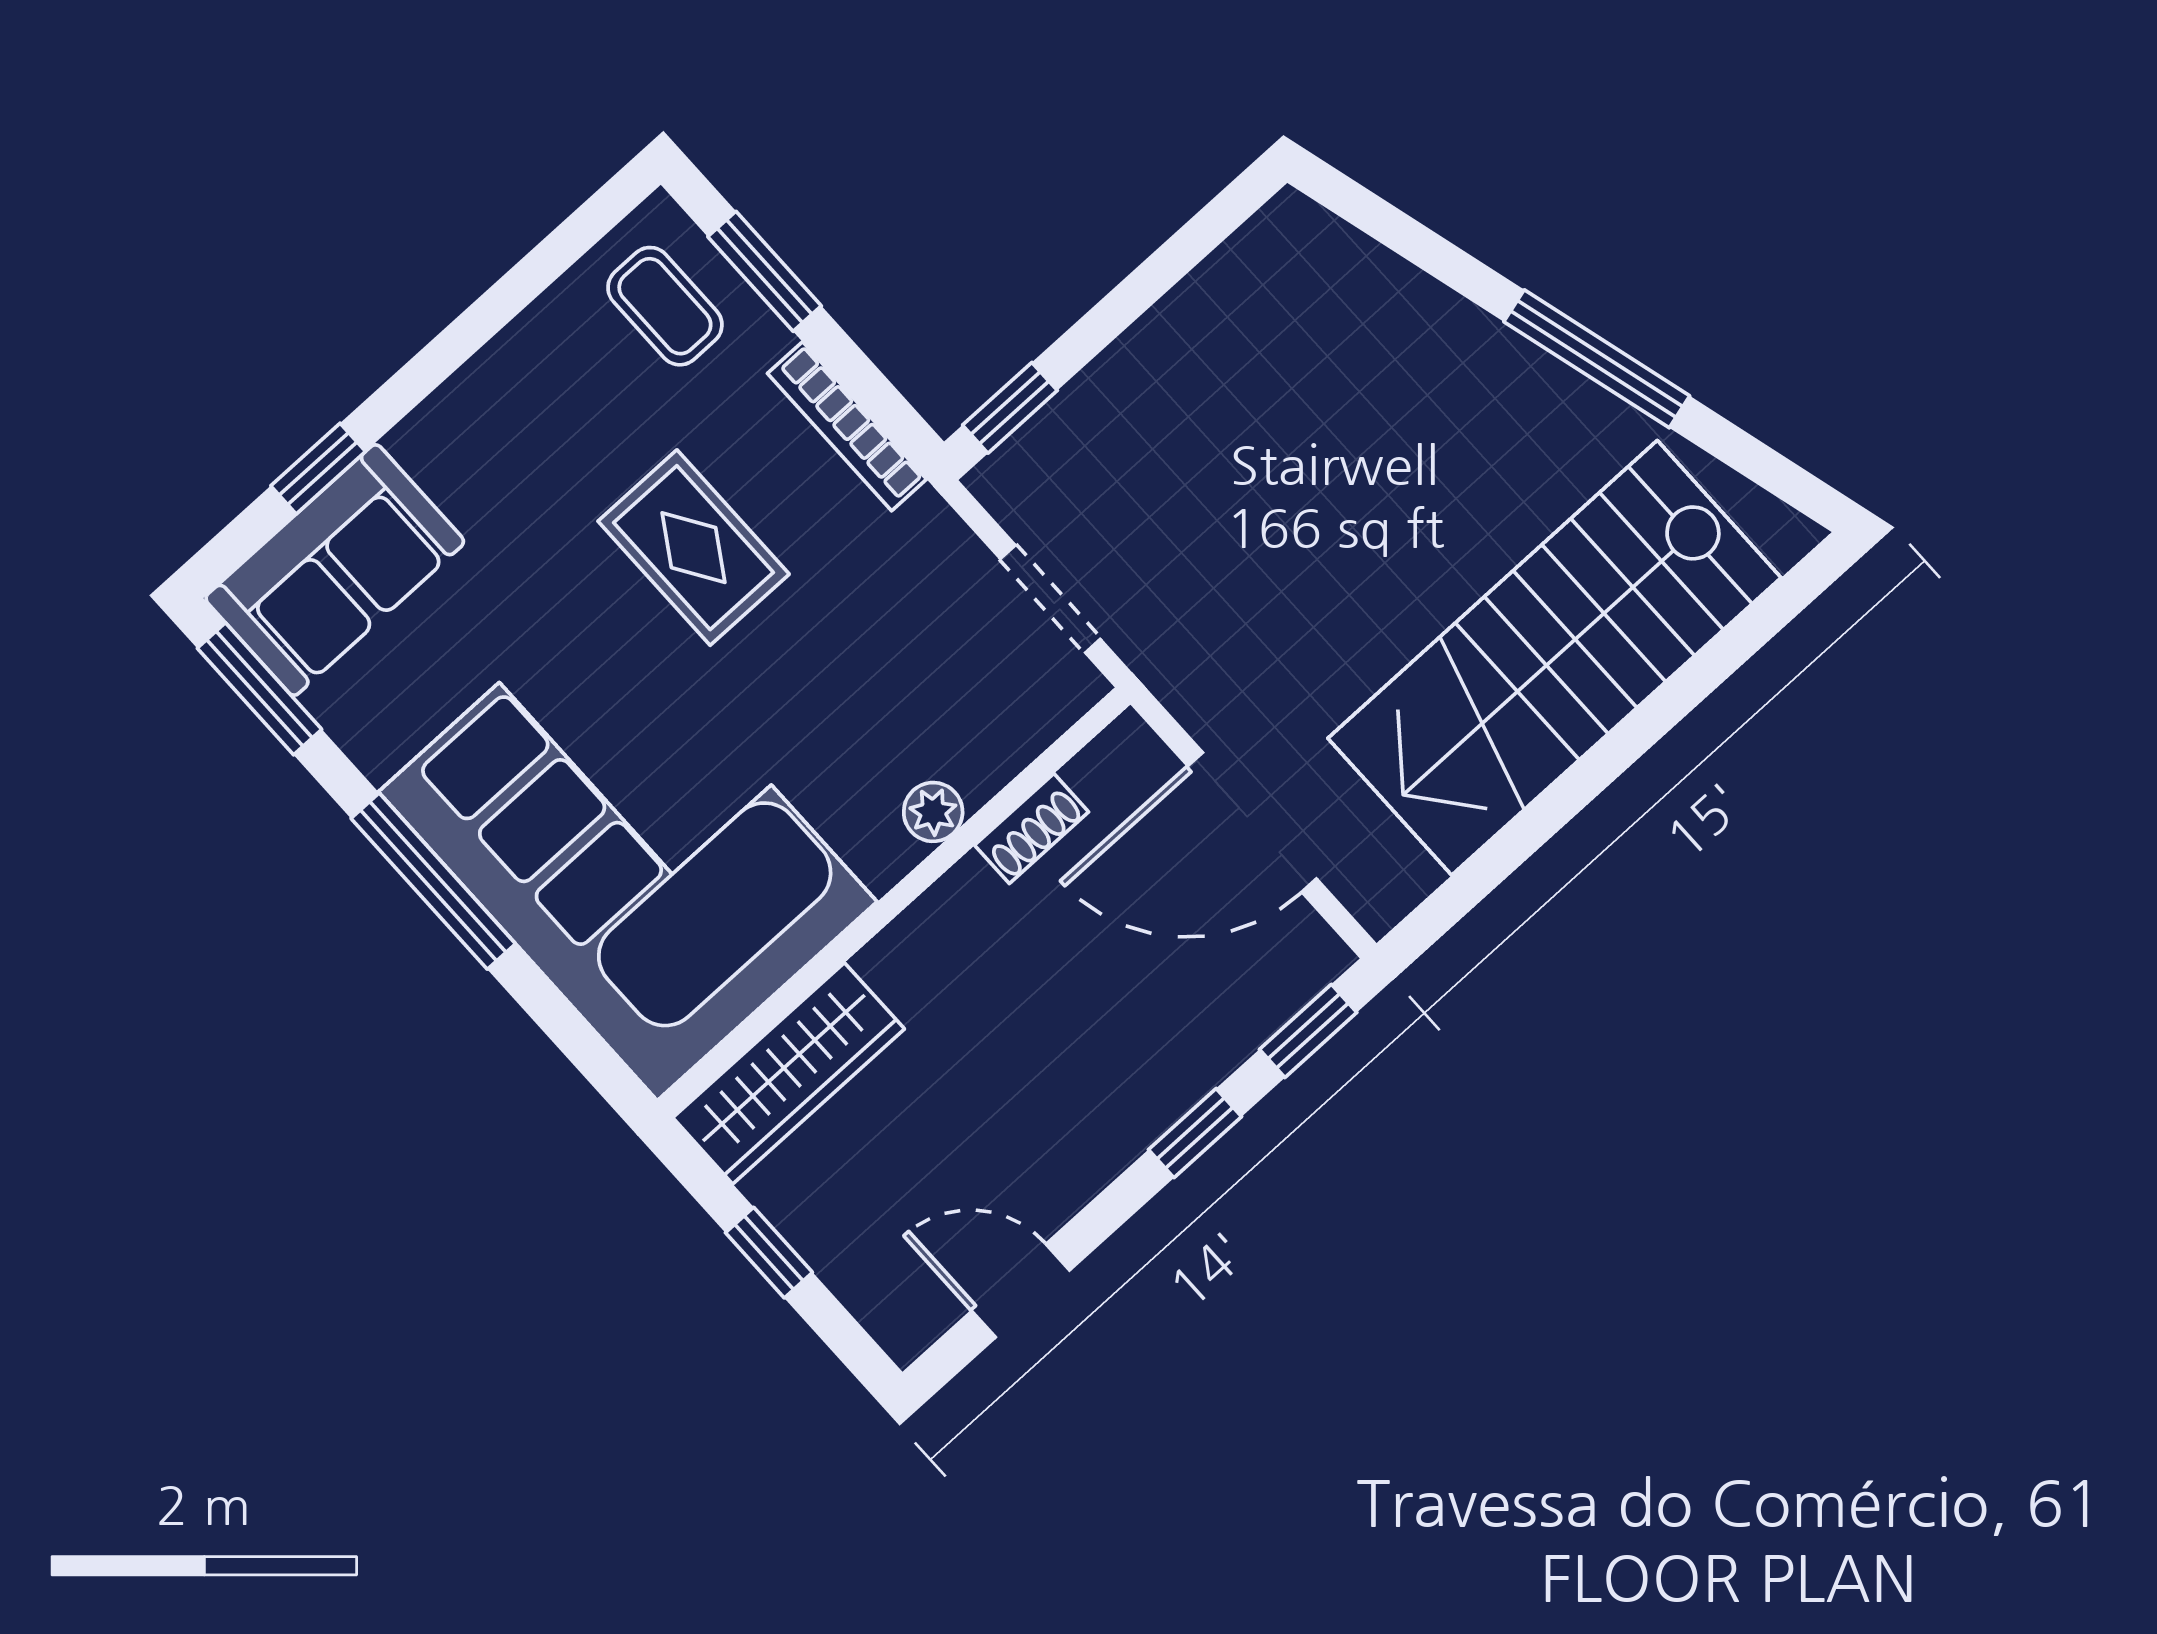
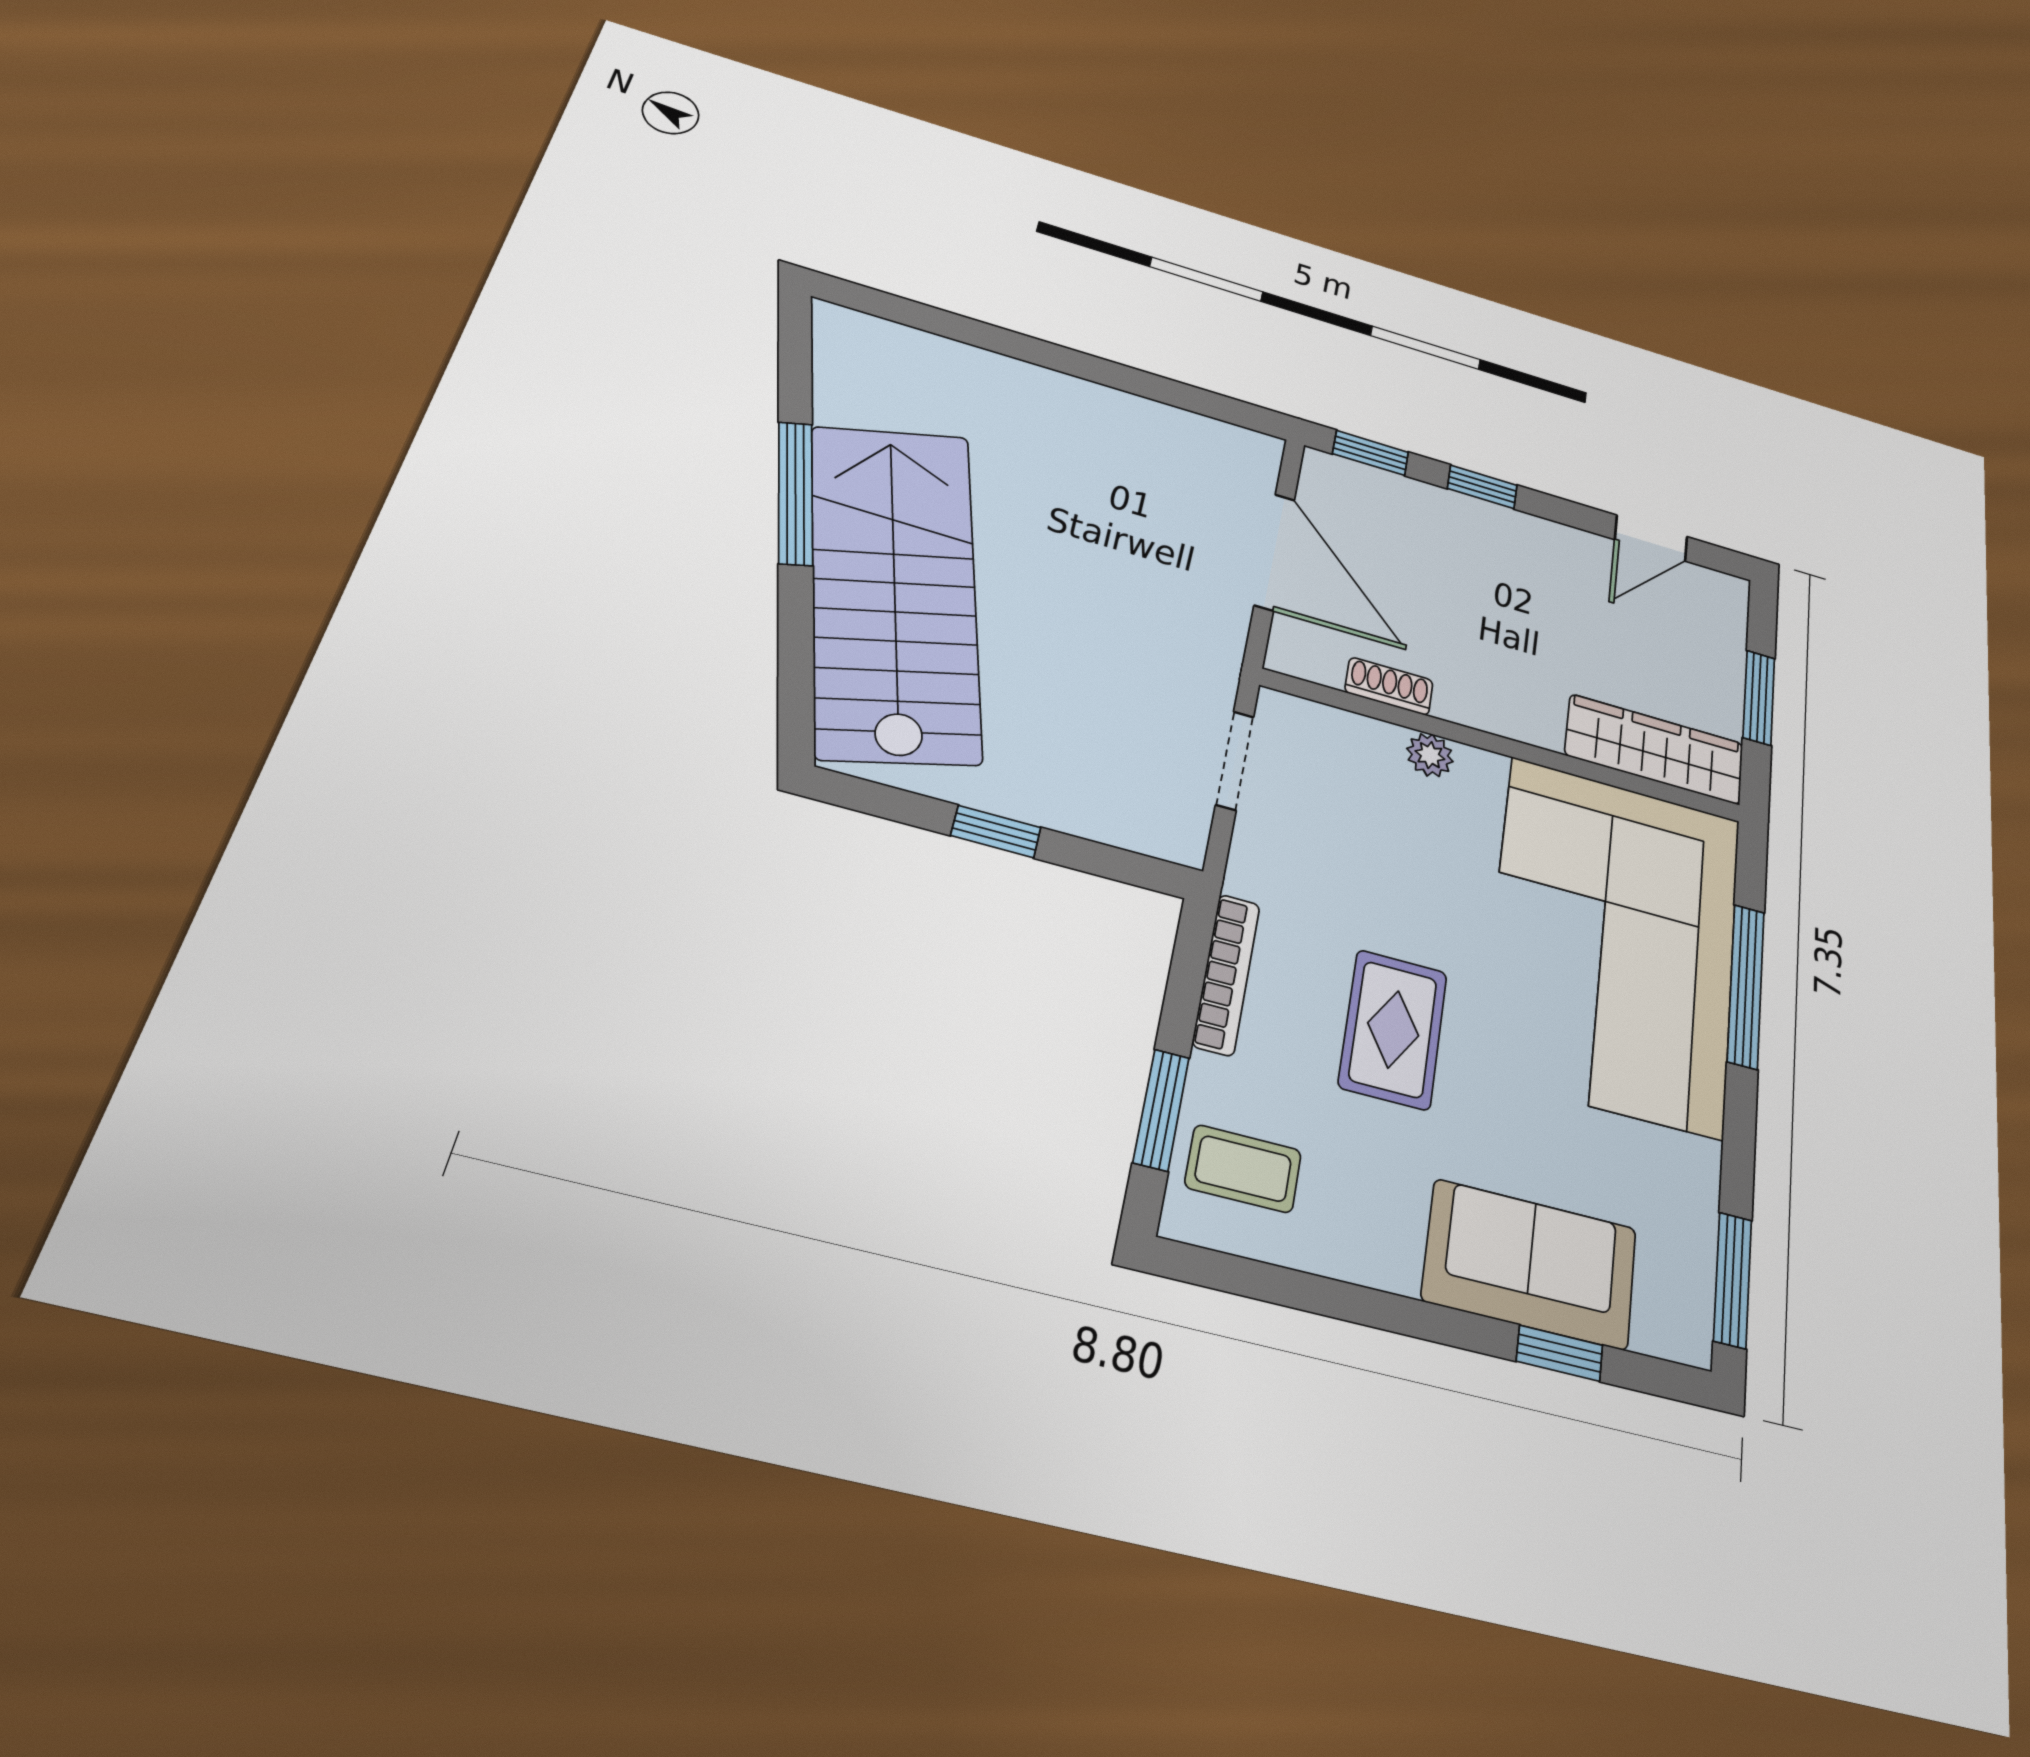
coffee table: (665, 306) -> (1243, 1169), turned 90
window: (1010, 408) -> (996, 832), moved
sofa: (335, 570) -> (1530, 1264), moved
stairs: (1555, 658) -> (895, 591), moved, turned -105
window: (433, 881) -> (1746, 986), moved
window: (769, 1253) -> (1759, 698), width x1.50
door: (1021, 1291) -> (1651, 538), hinge flipped

